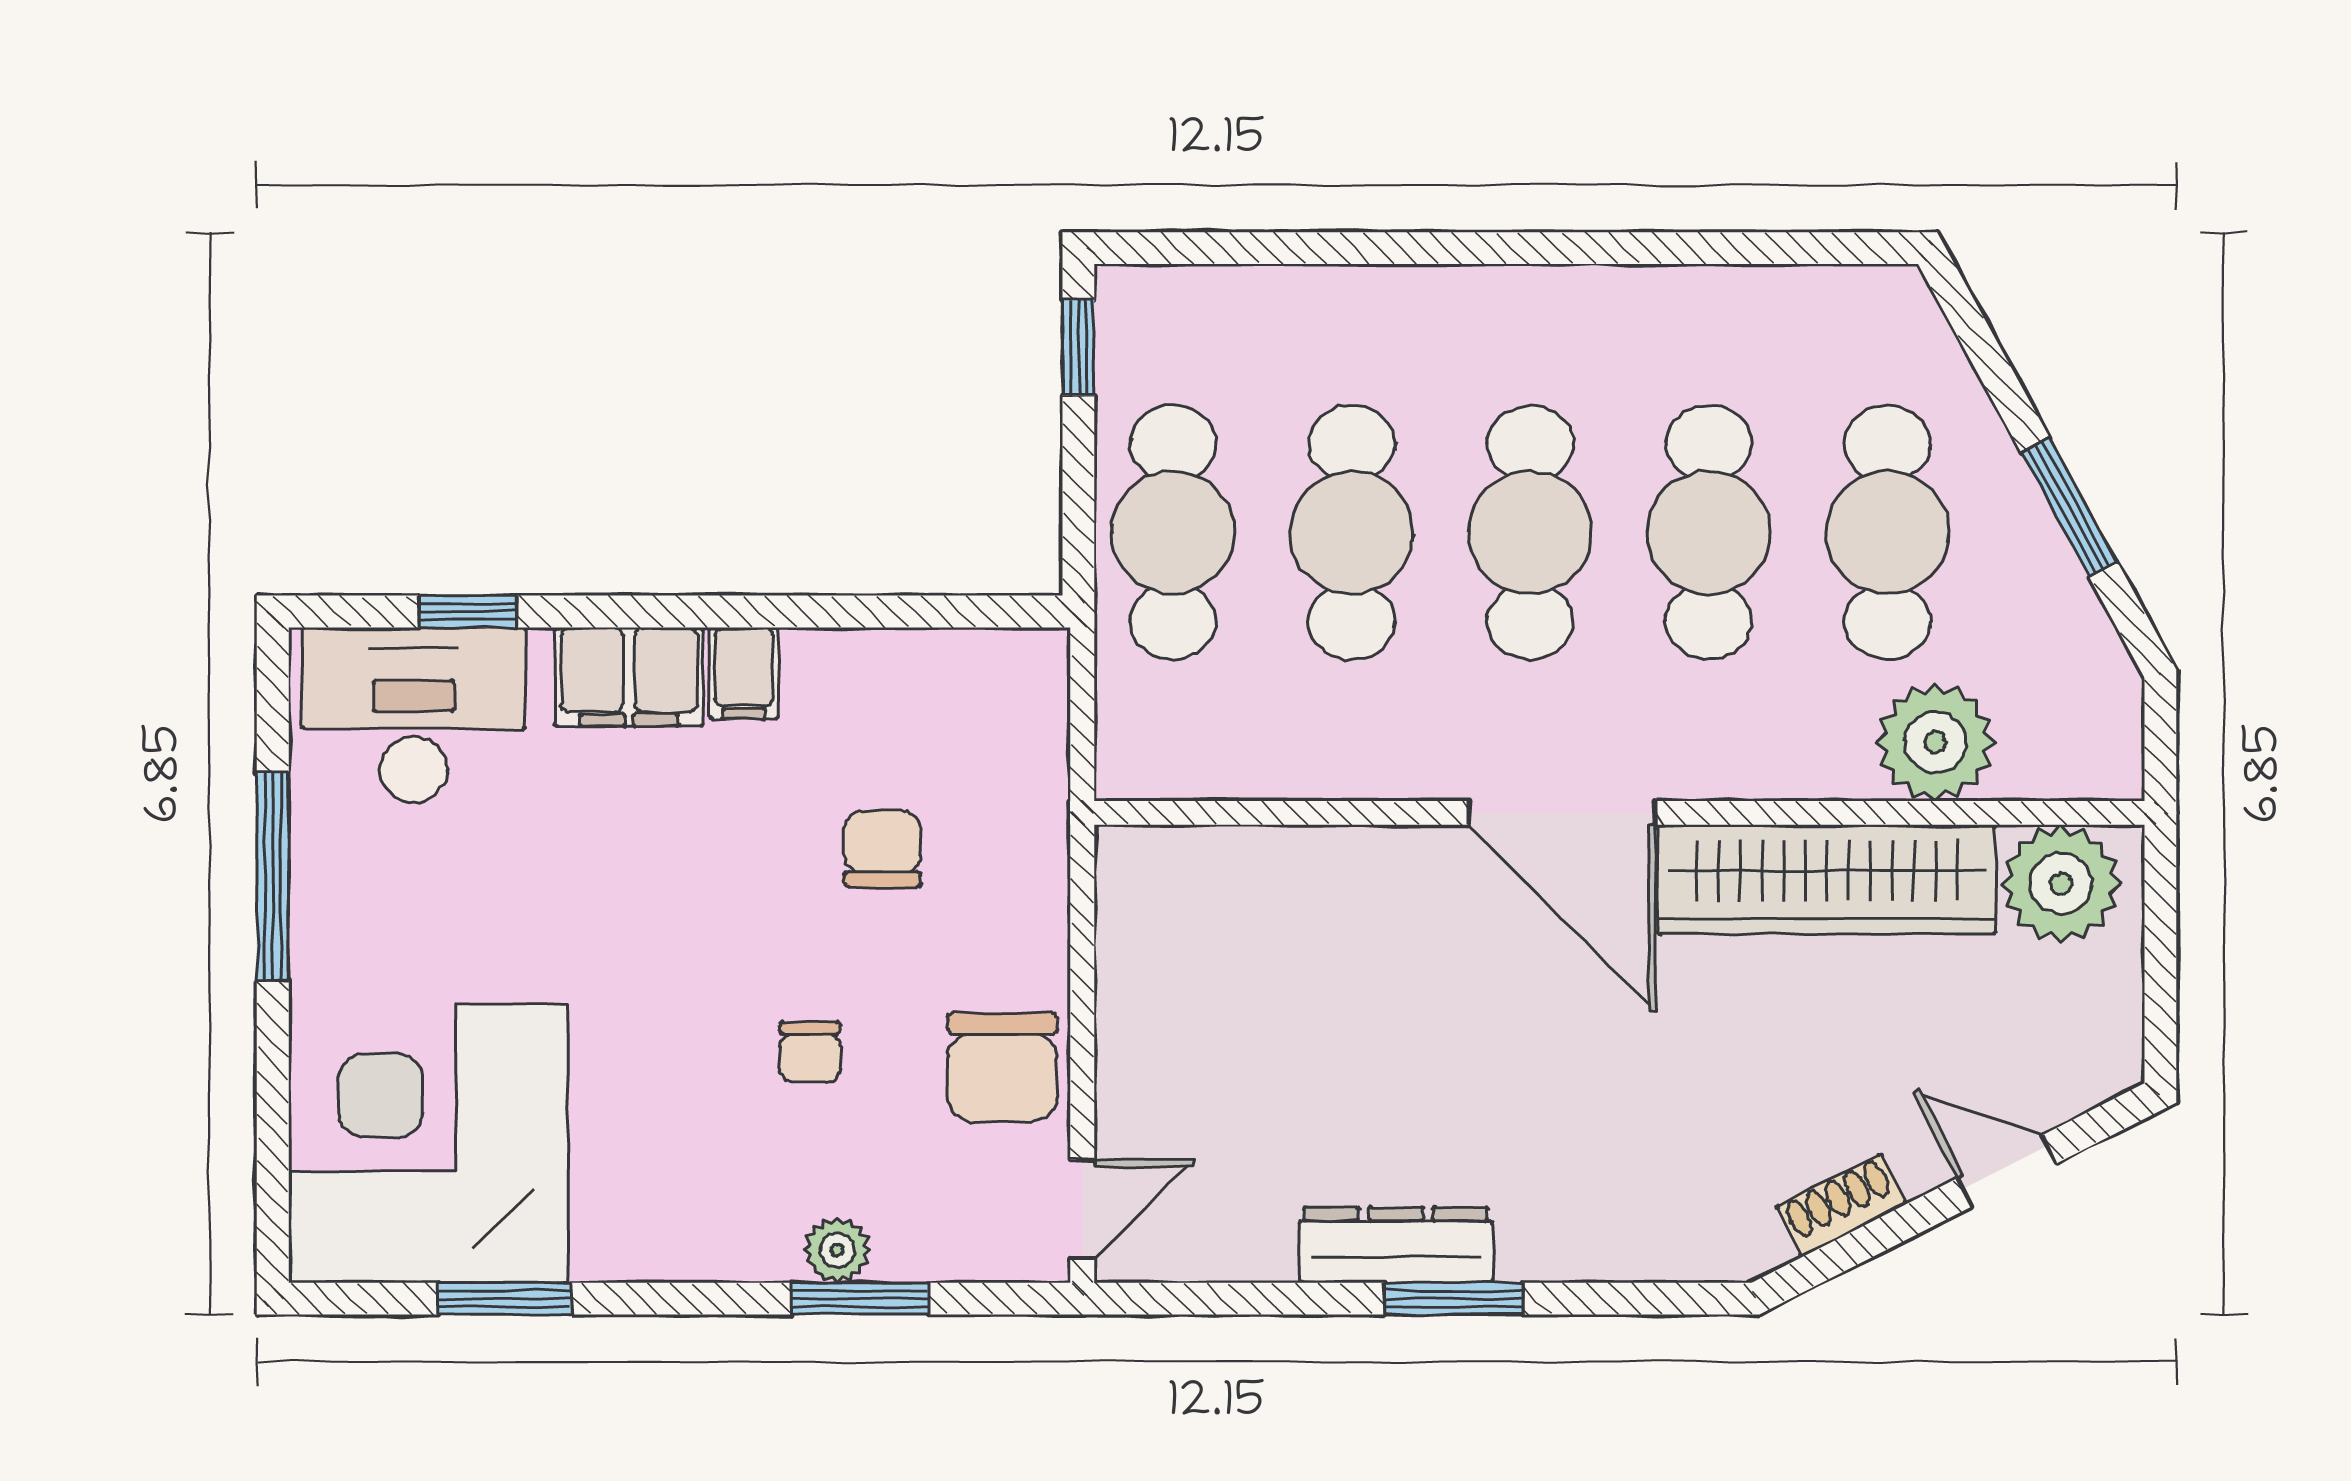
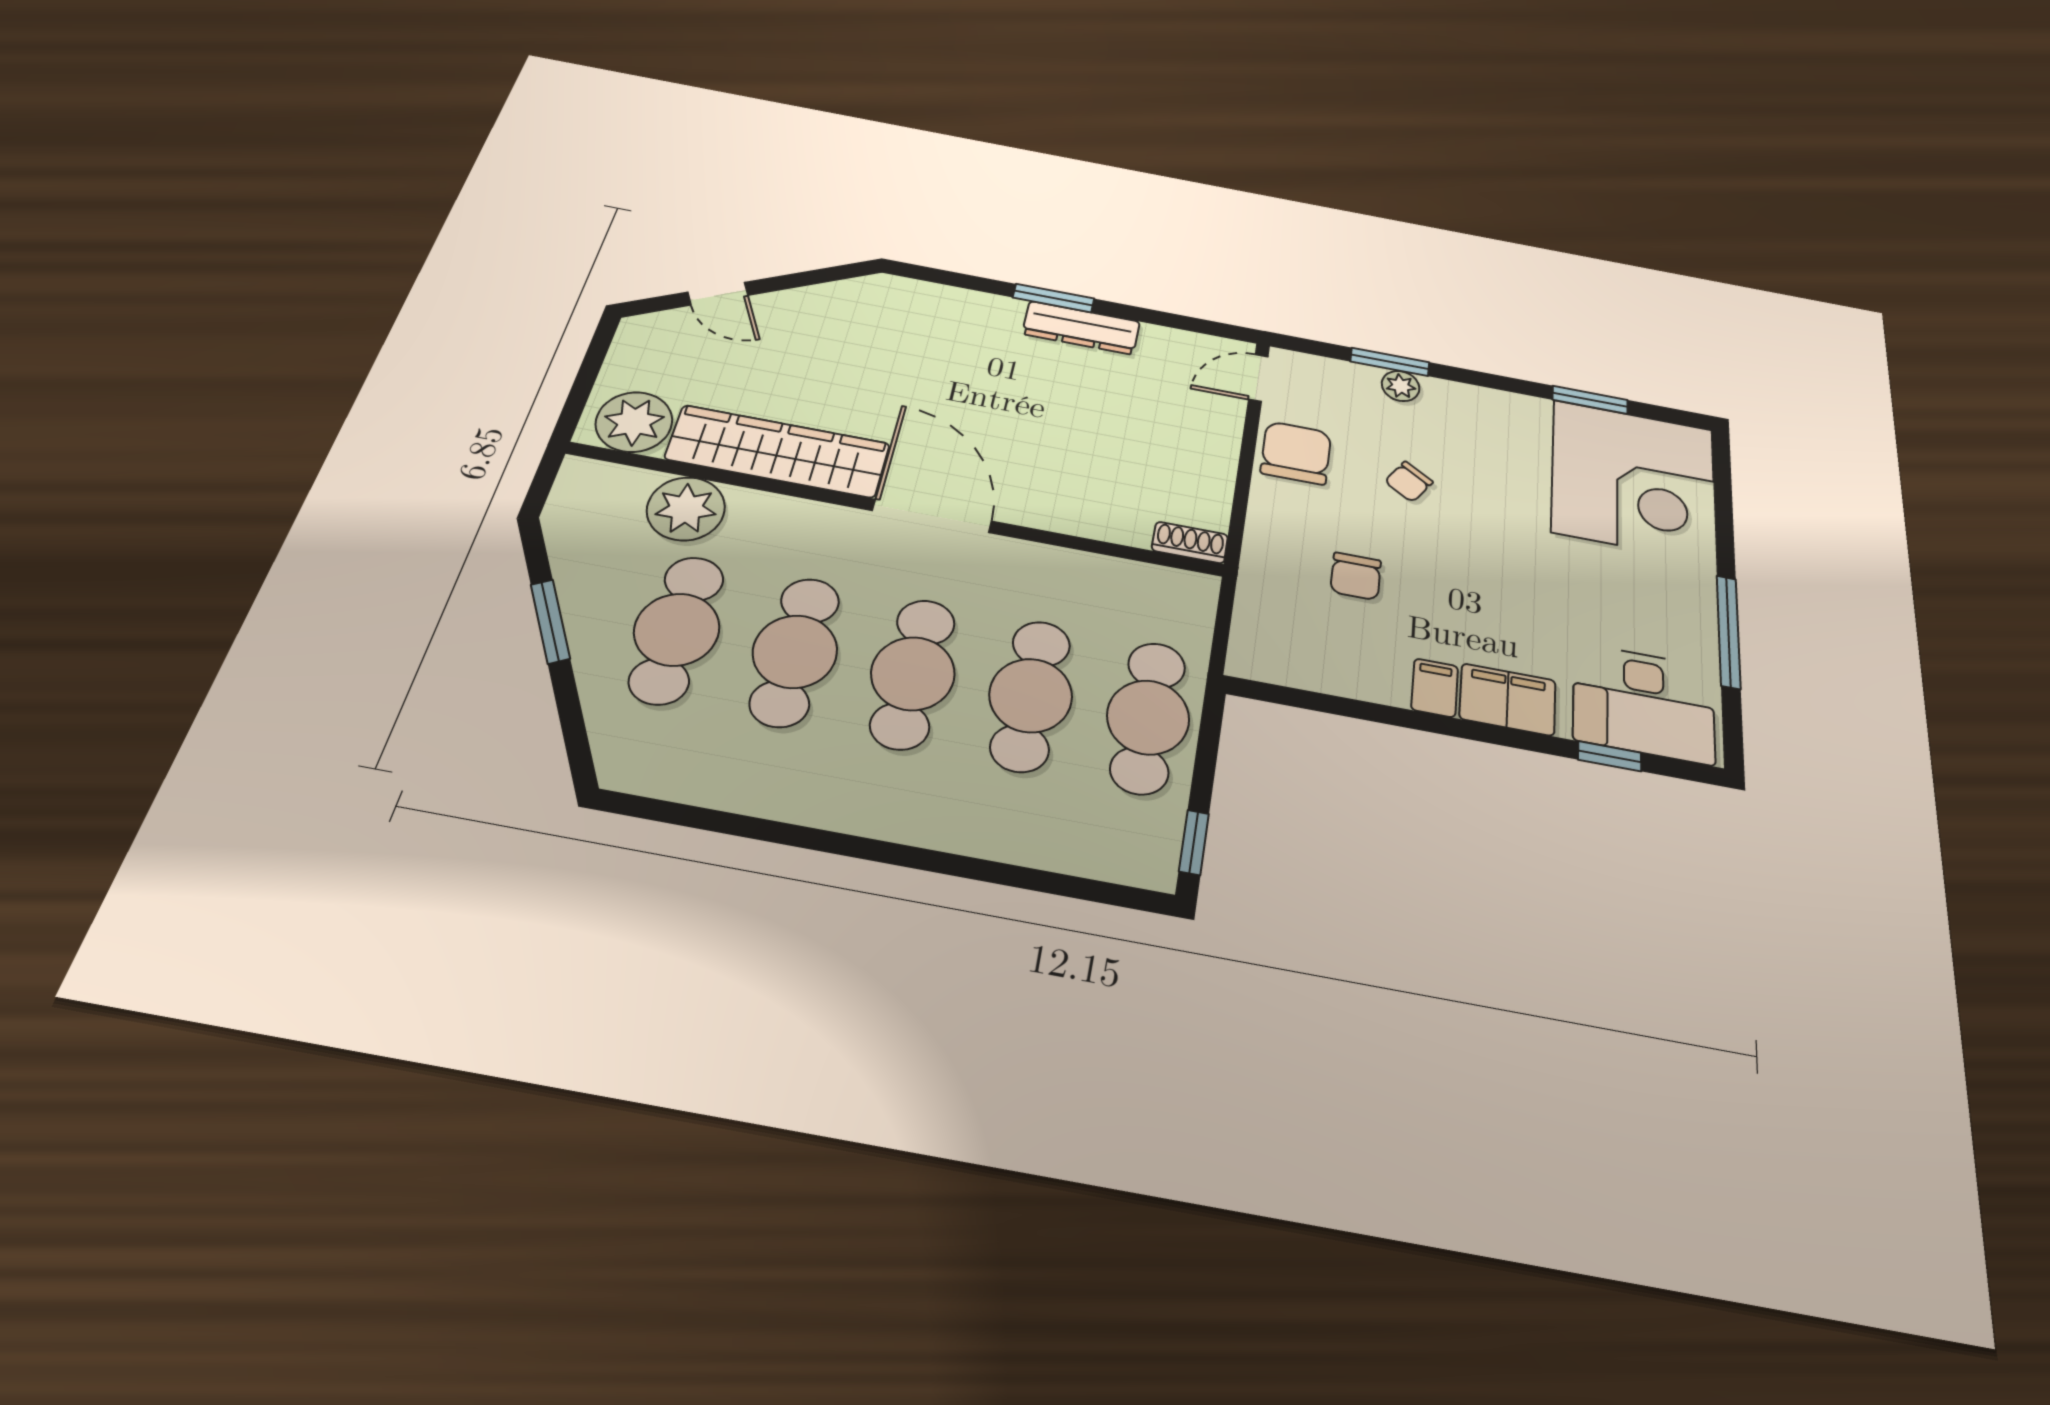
chair: (810, 1052) -> (1409, 482), turned -147
shoe rack: (1841, 1205) -> (1190, 543), moved, turned -153

